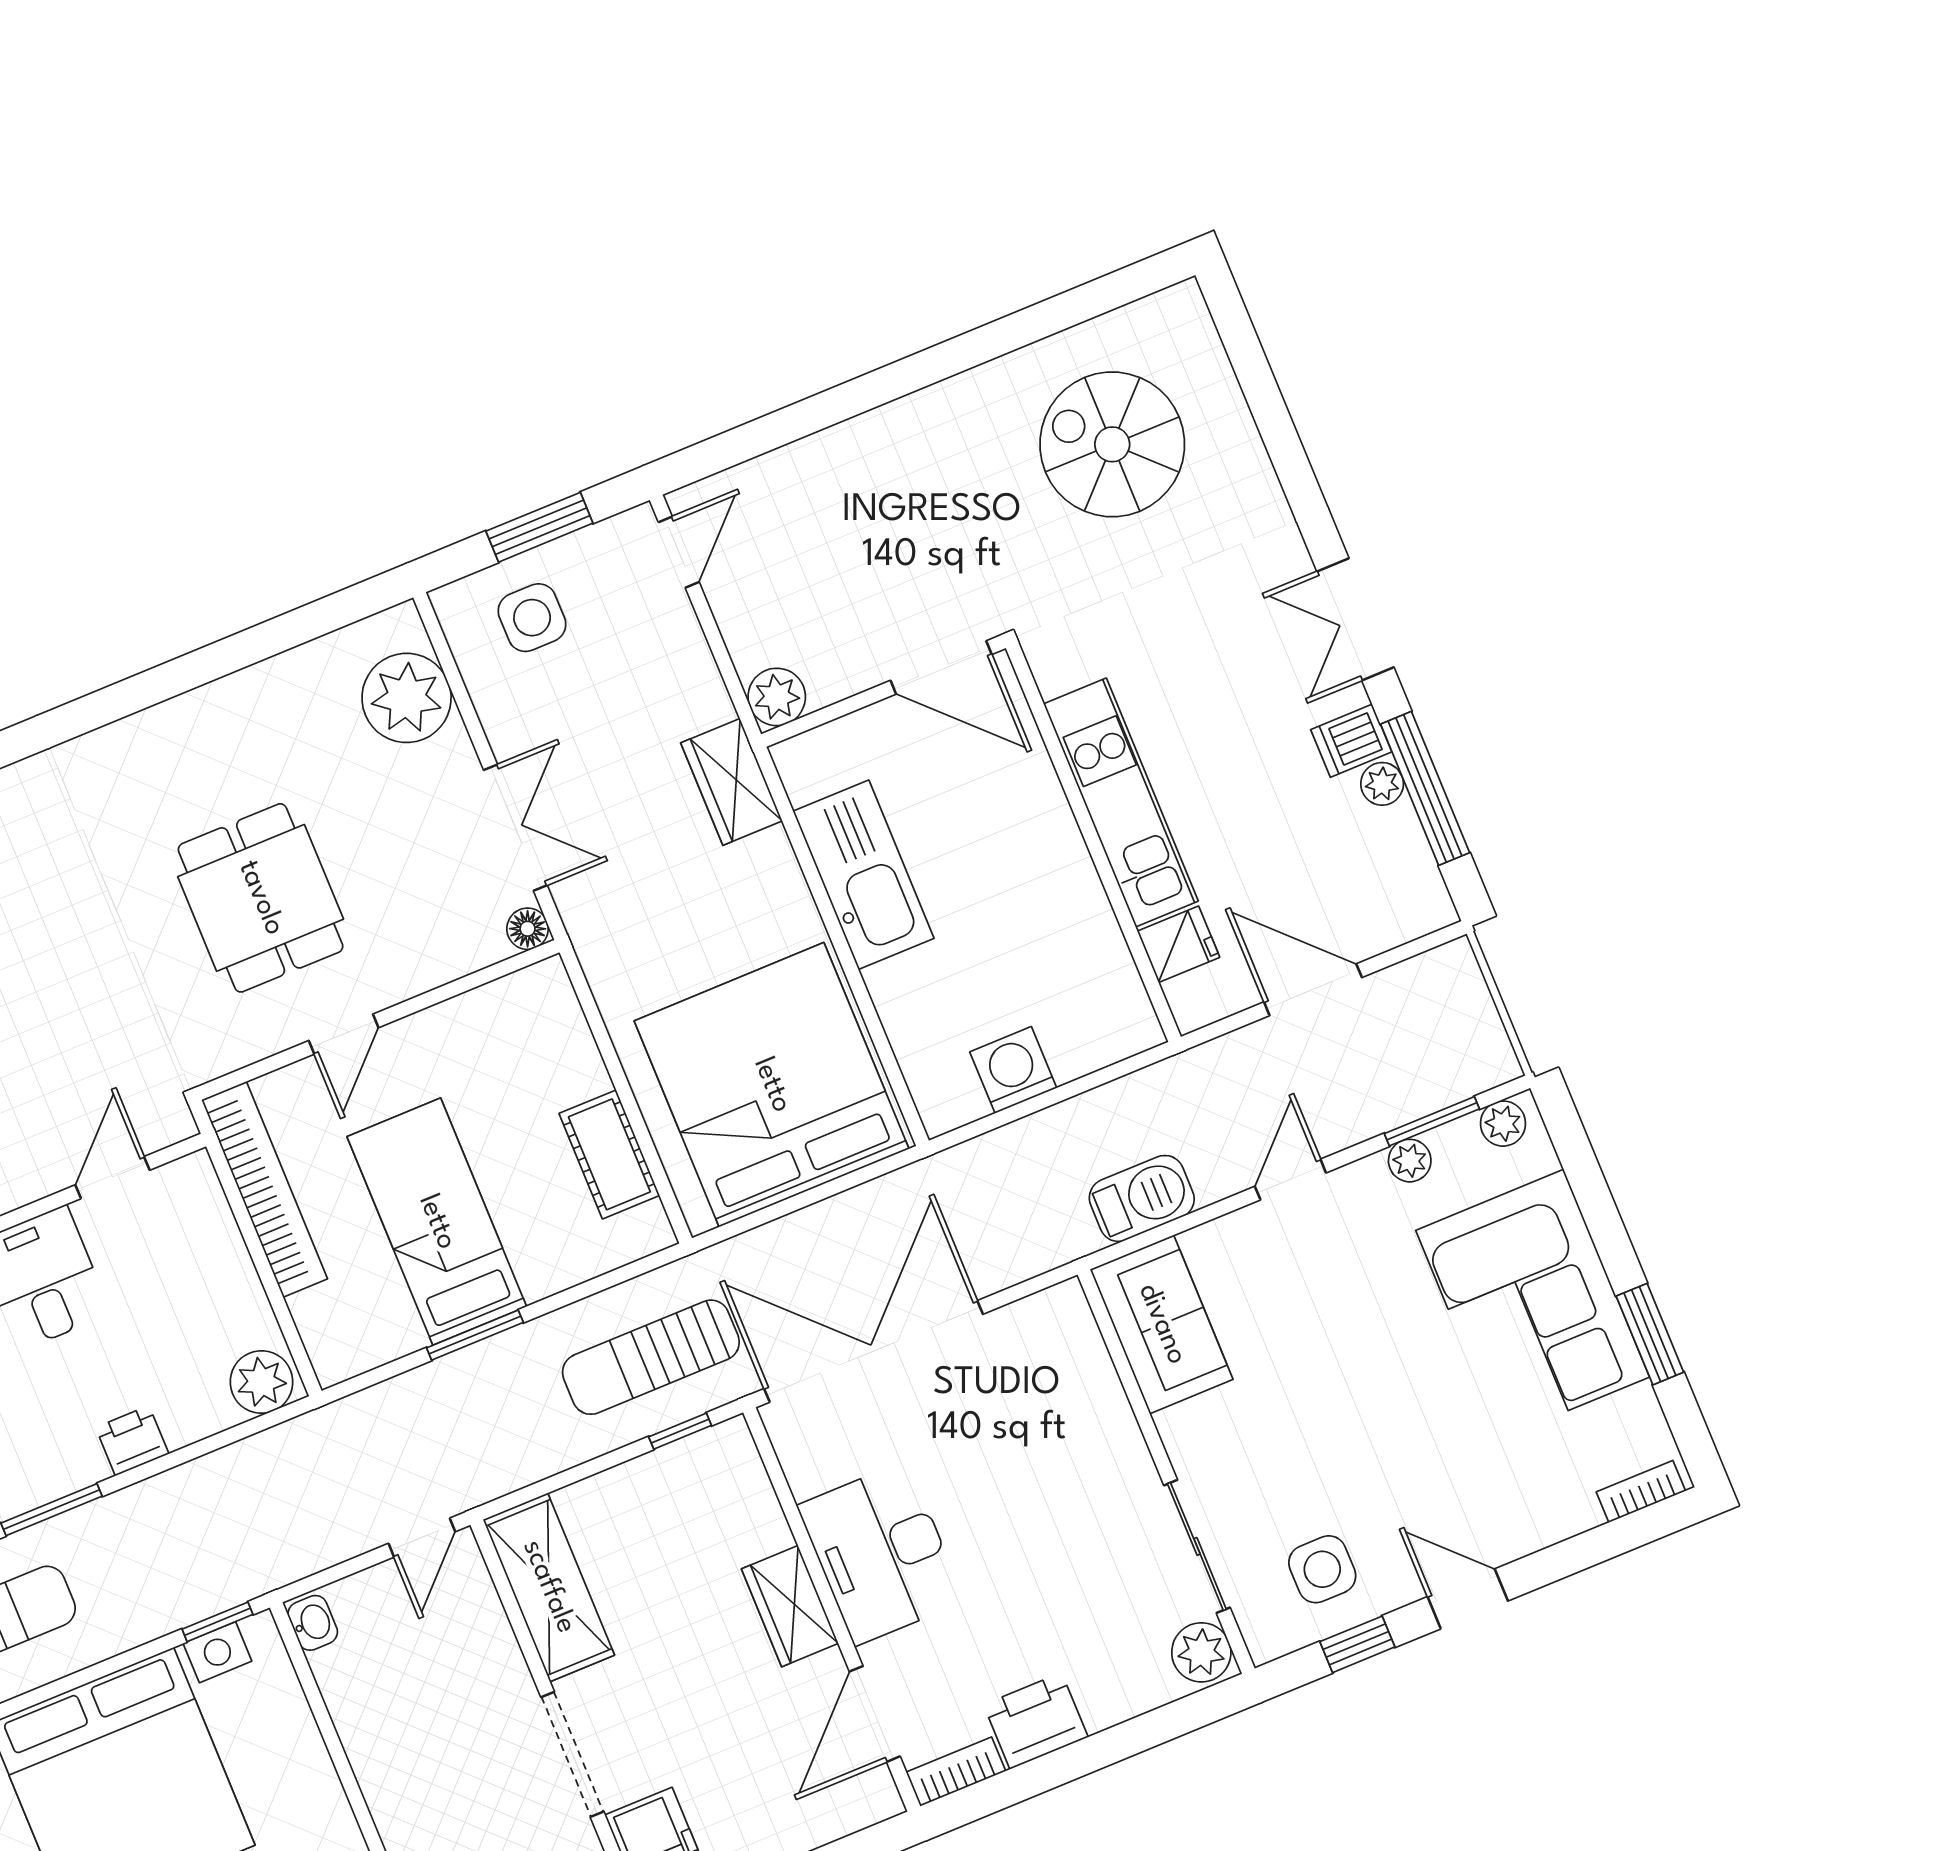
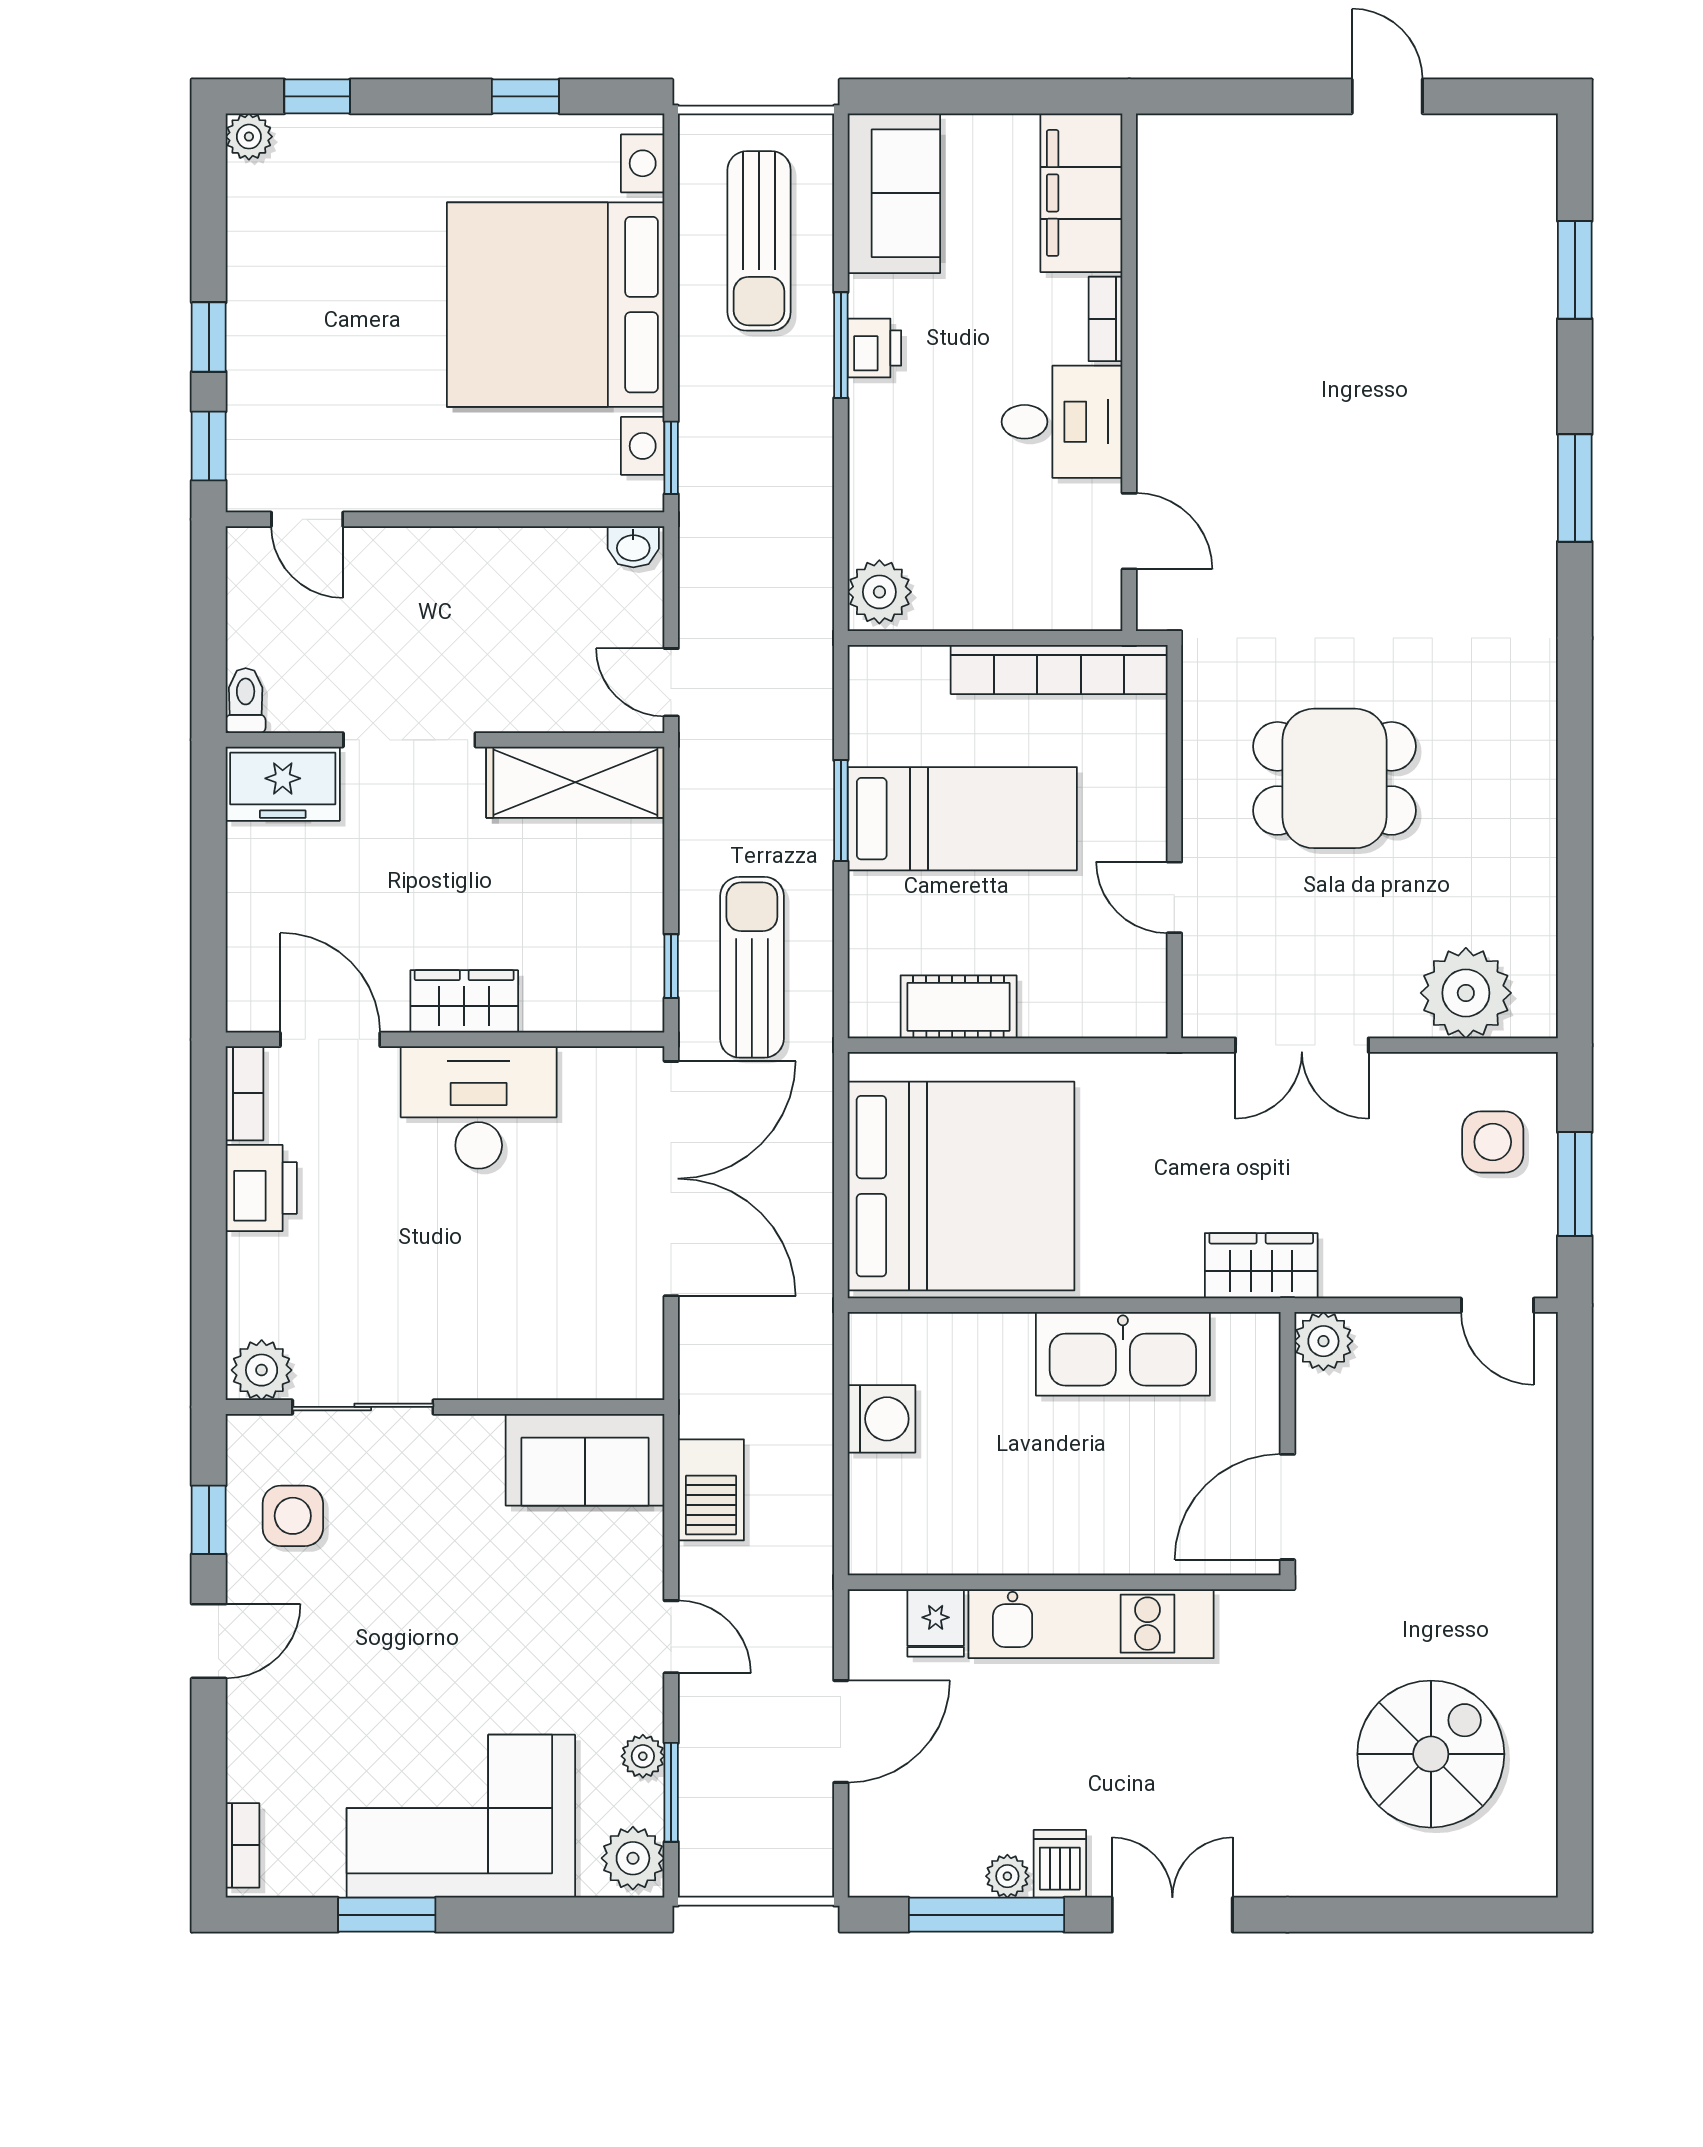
floor lamp: (528, 929) -> (1202, 1017), removed
door: (344, 1034) -> (1174, 897), moved
plant: (1503, 1124) -> (633, 1858), width x1.38, depth x1.38
printer: (132, 1441) -> (874, 348), moved

